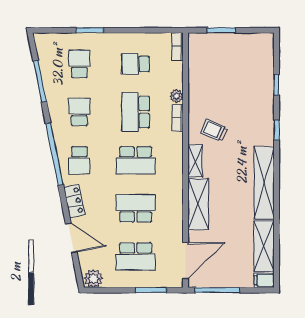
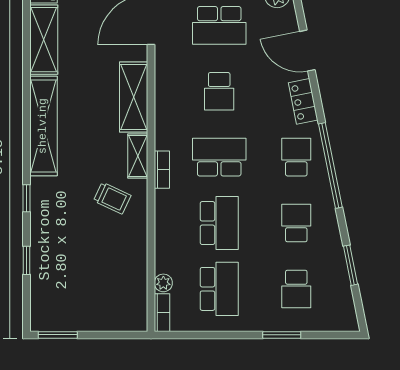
window: (221, 30) -> (58, 335), moved
school desk: (136, 64) -> (219, 289), width x1.85
window: (40, 81) -> (350, 265), width x0.69
plant: (177, 96) -> (163, 283), moved
school desk: (79, 112) -> (296, 223), turned 180
bookcase: (178, 118) -> (162, 170), moved
school desk: (136, 208) -> (219, 91), width x0.54
school desk: (136, 256) -> (219, 25), turned 180

